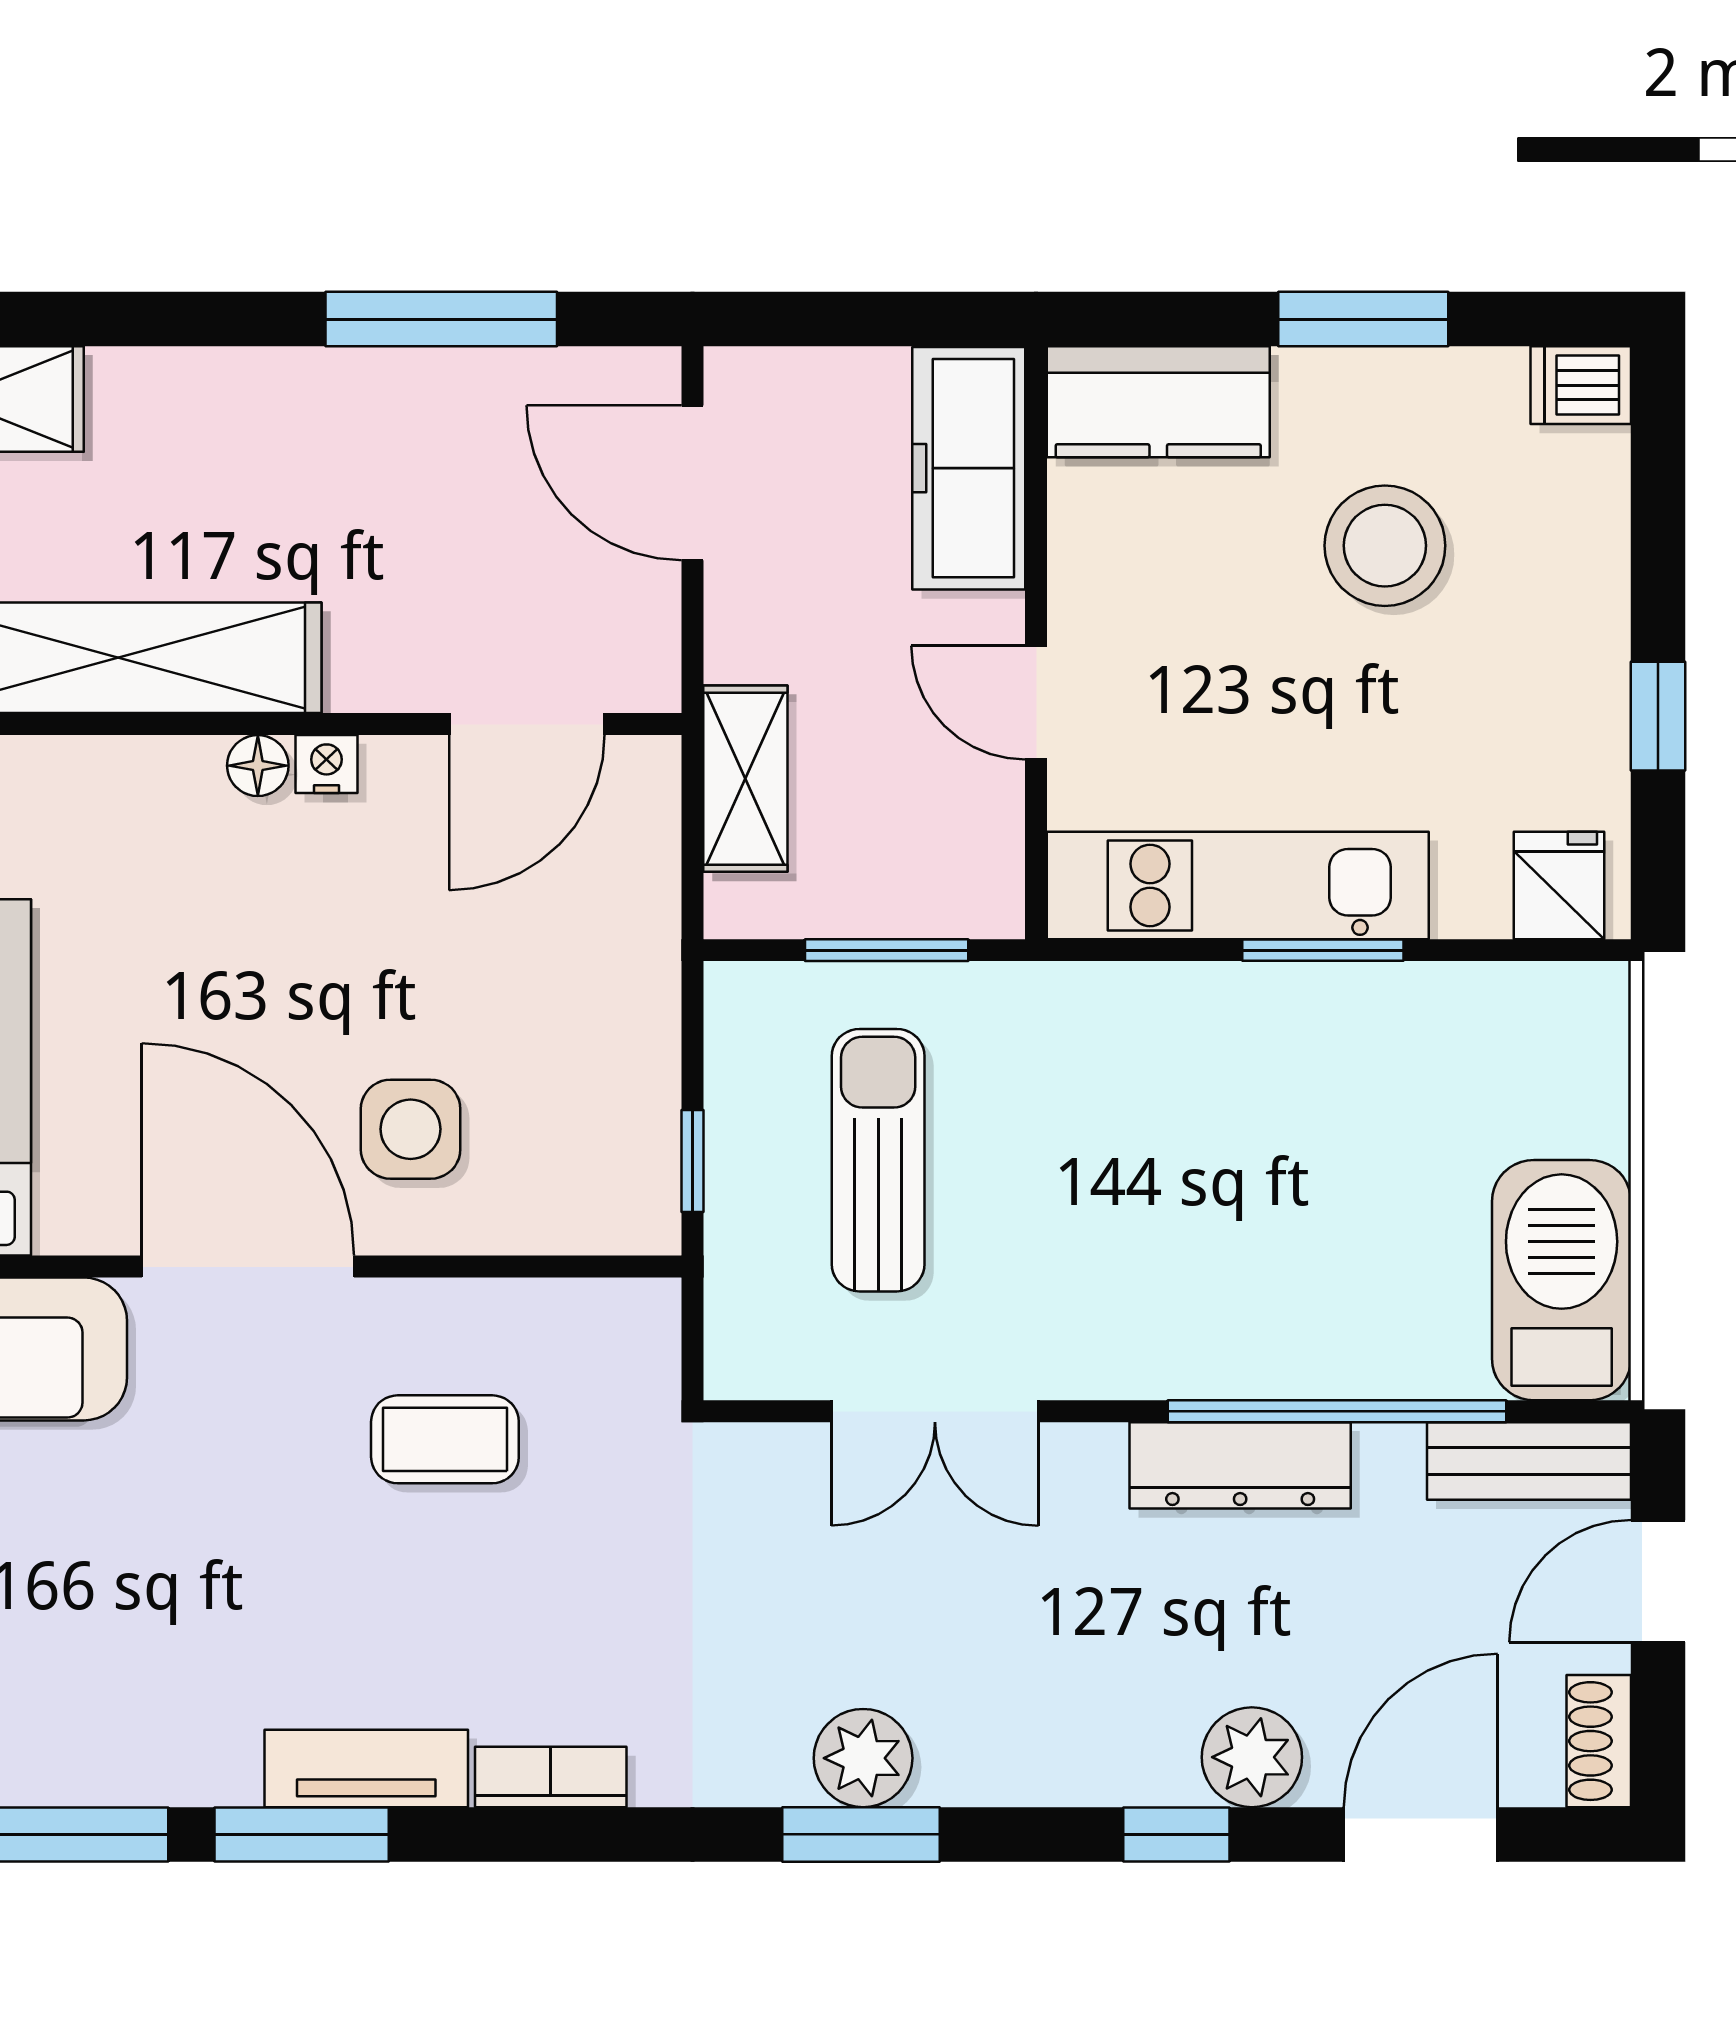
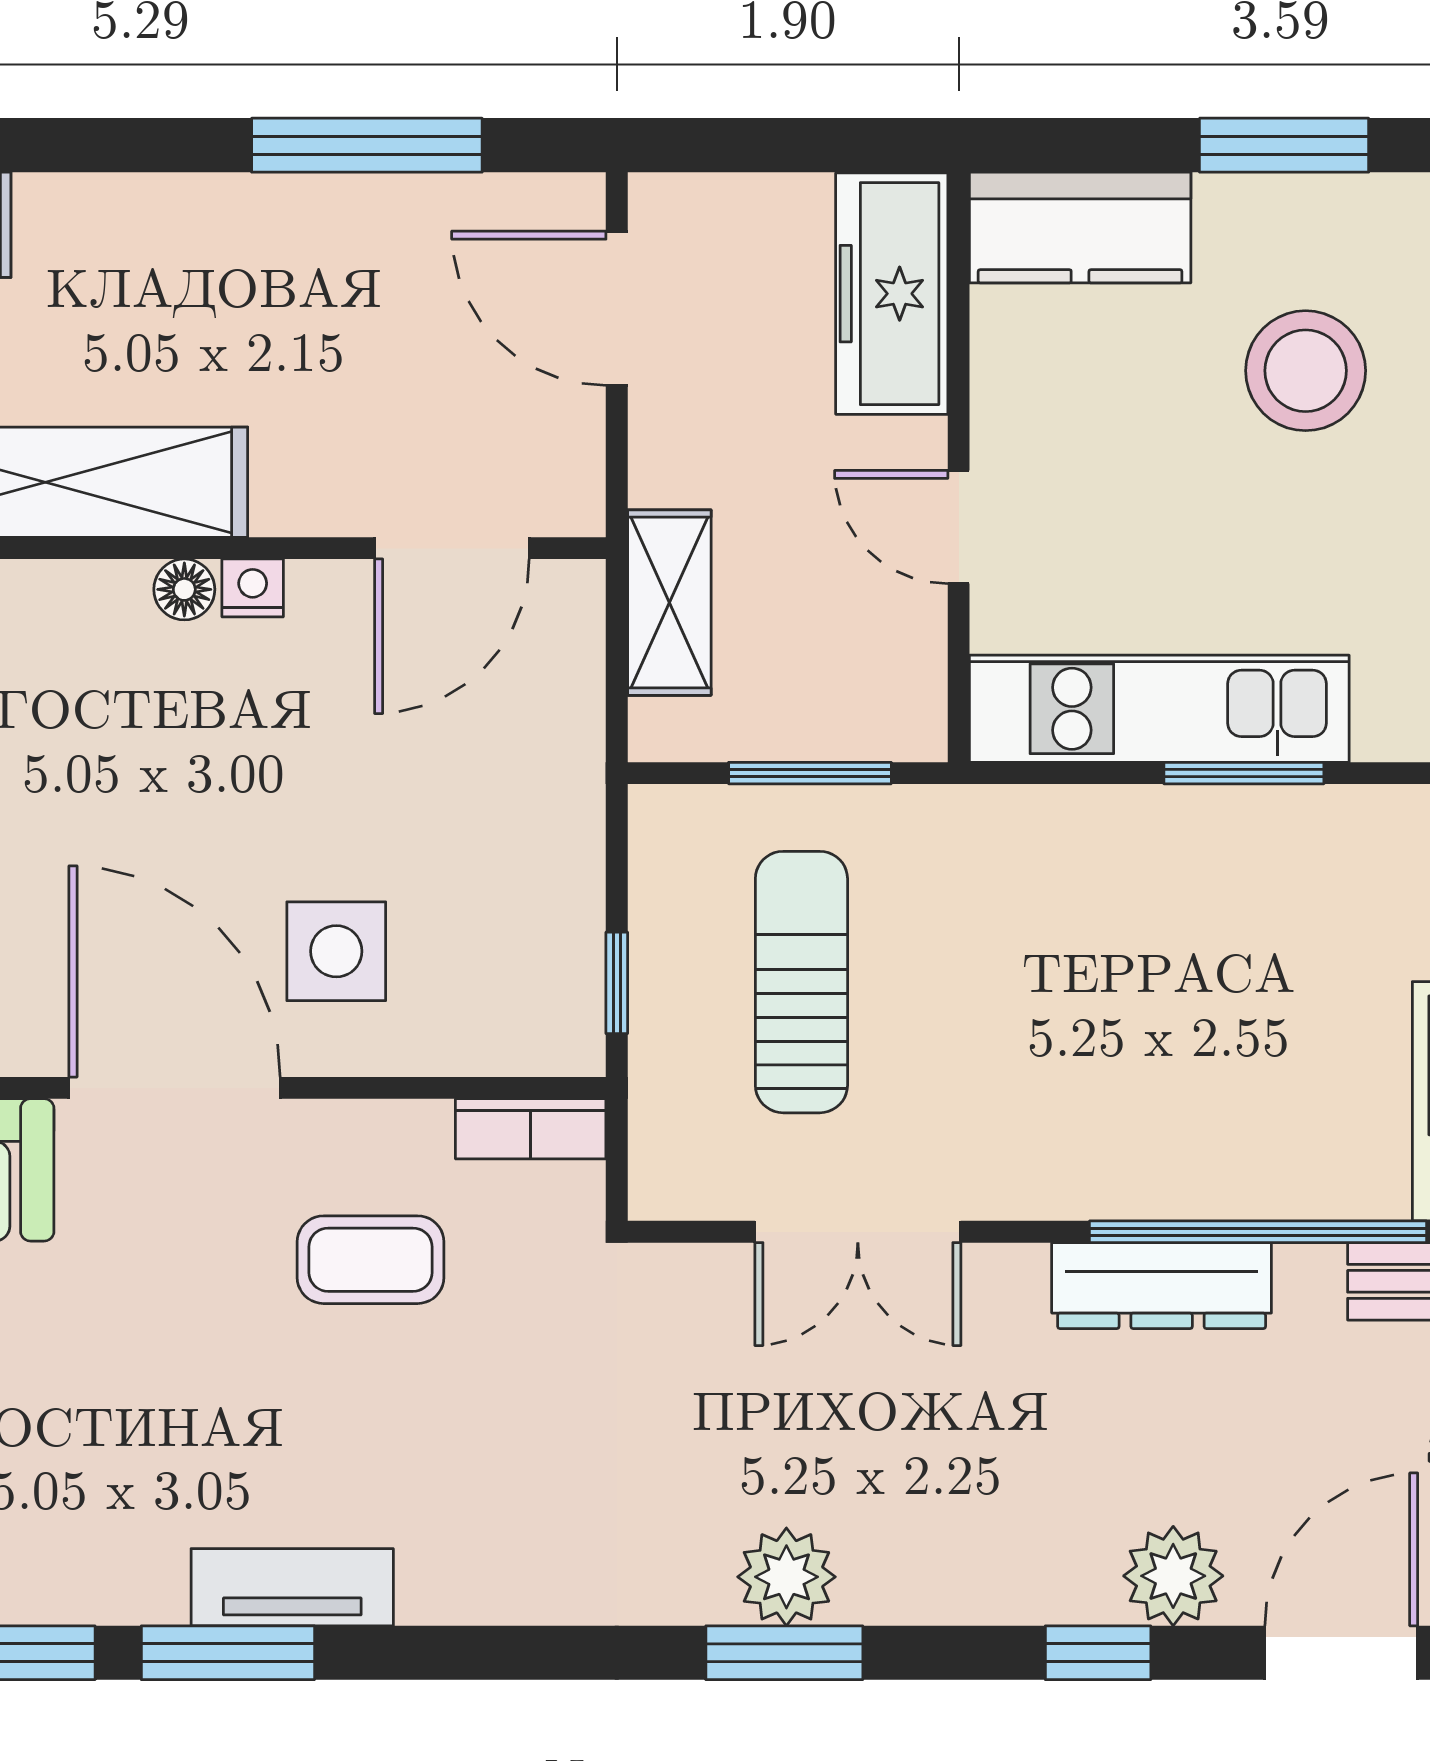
bookcase: (551, 1777) -> (531, 1129), moved, turned 180

